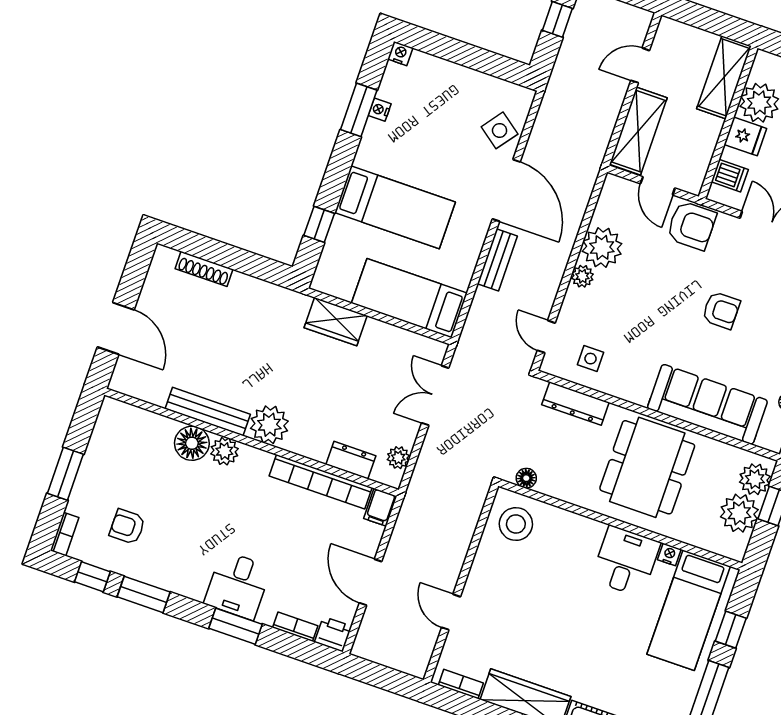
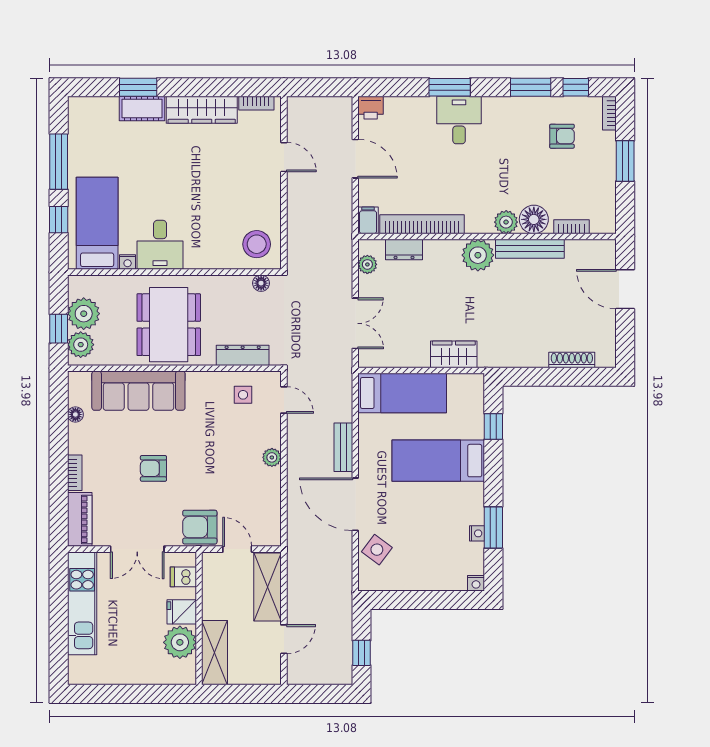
plant: (602, 248) -> (264, 485), removed
bookcase: (295, 627) -> (572, 227), moved, turned 180

